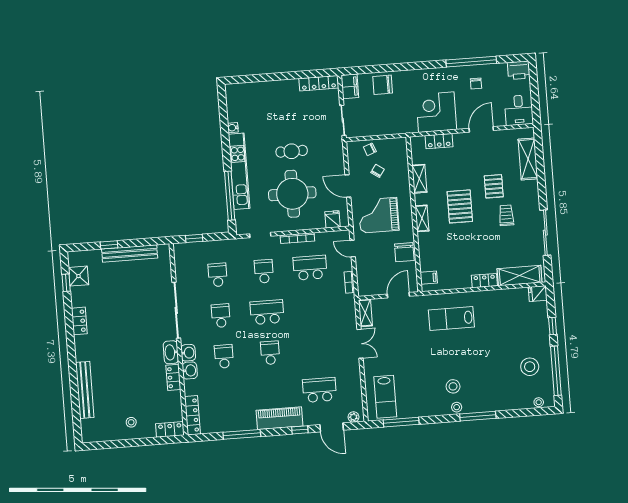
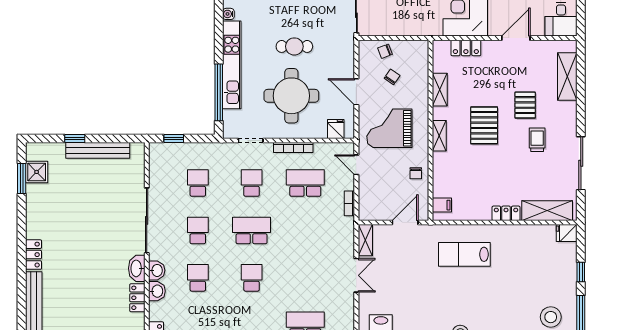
chair: (404, 252) -> (416, 173), width x0.54, depth x0.54
window: (66, 283) -> (22, 178), width x1.50
locker: (79, 321) -> (33, 255), moved

